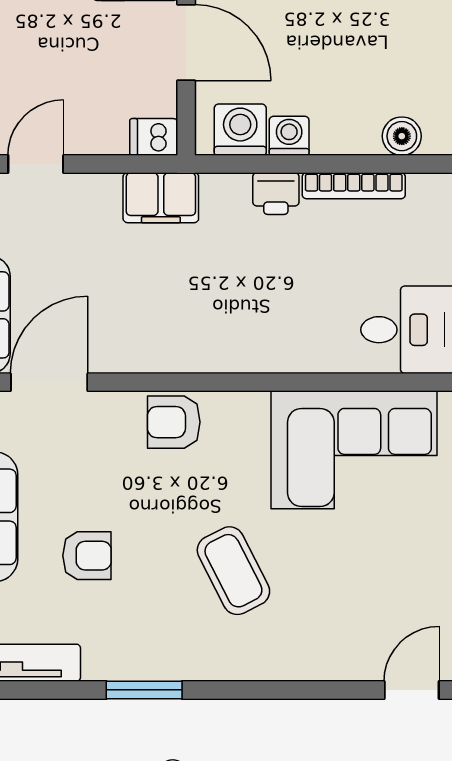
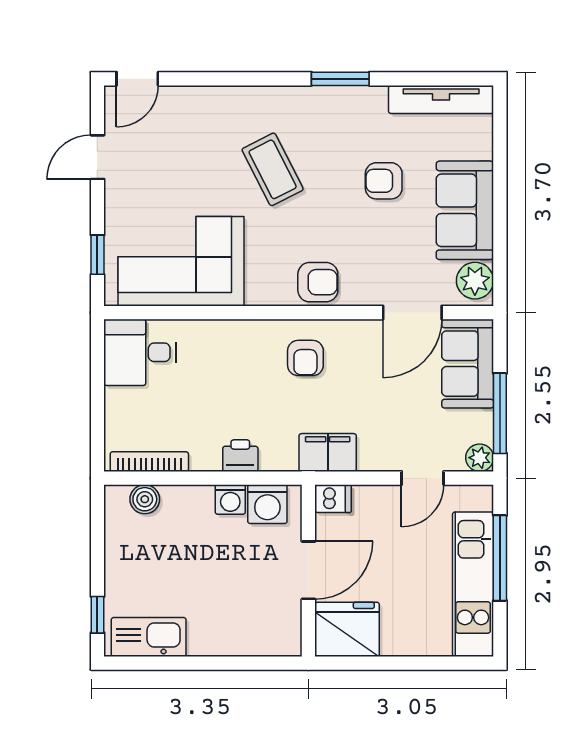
door: (186, 43) -> (308, 570), swing flipped
bookcase: (354, 186) -> (149, 462), moved
armchair: (190, 322) -> (305, 358), added

